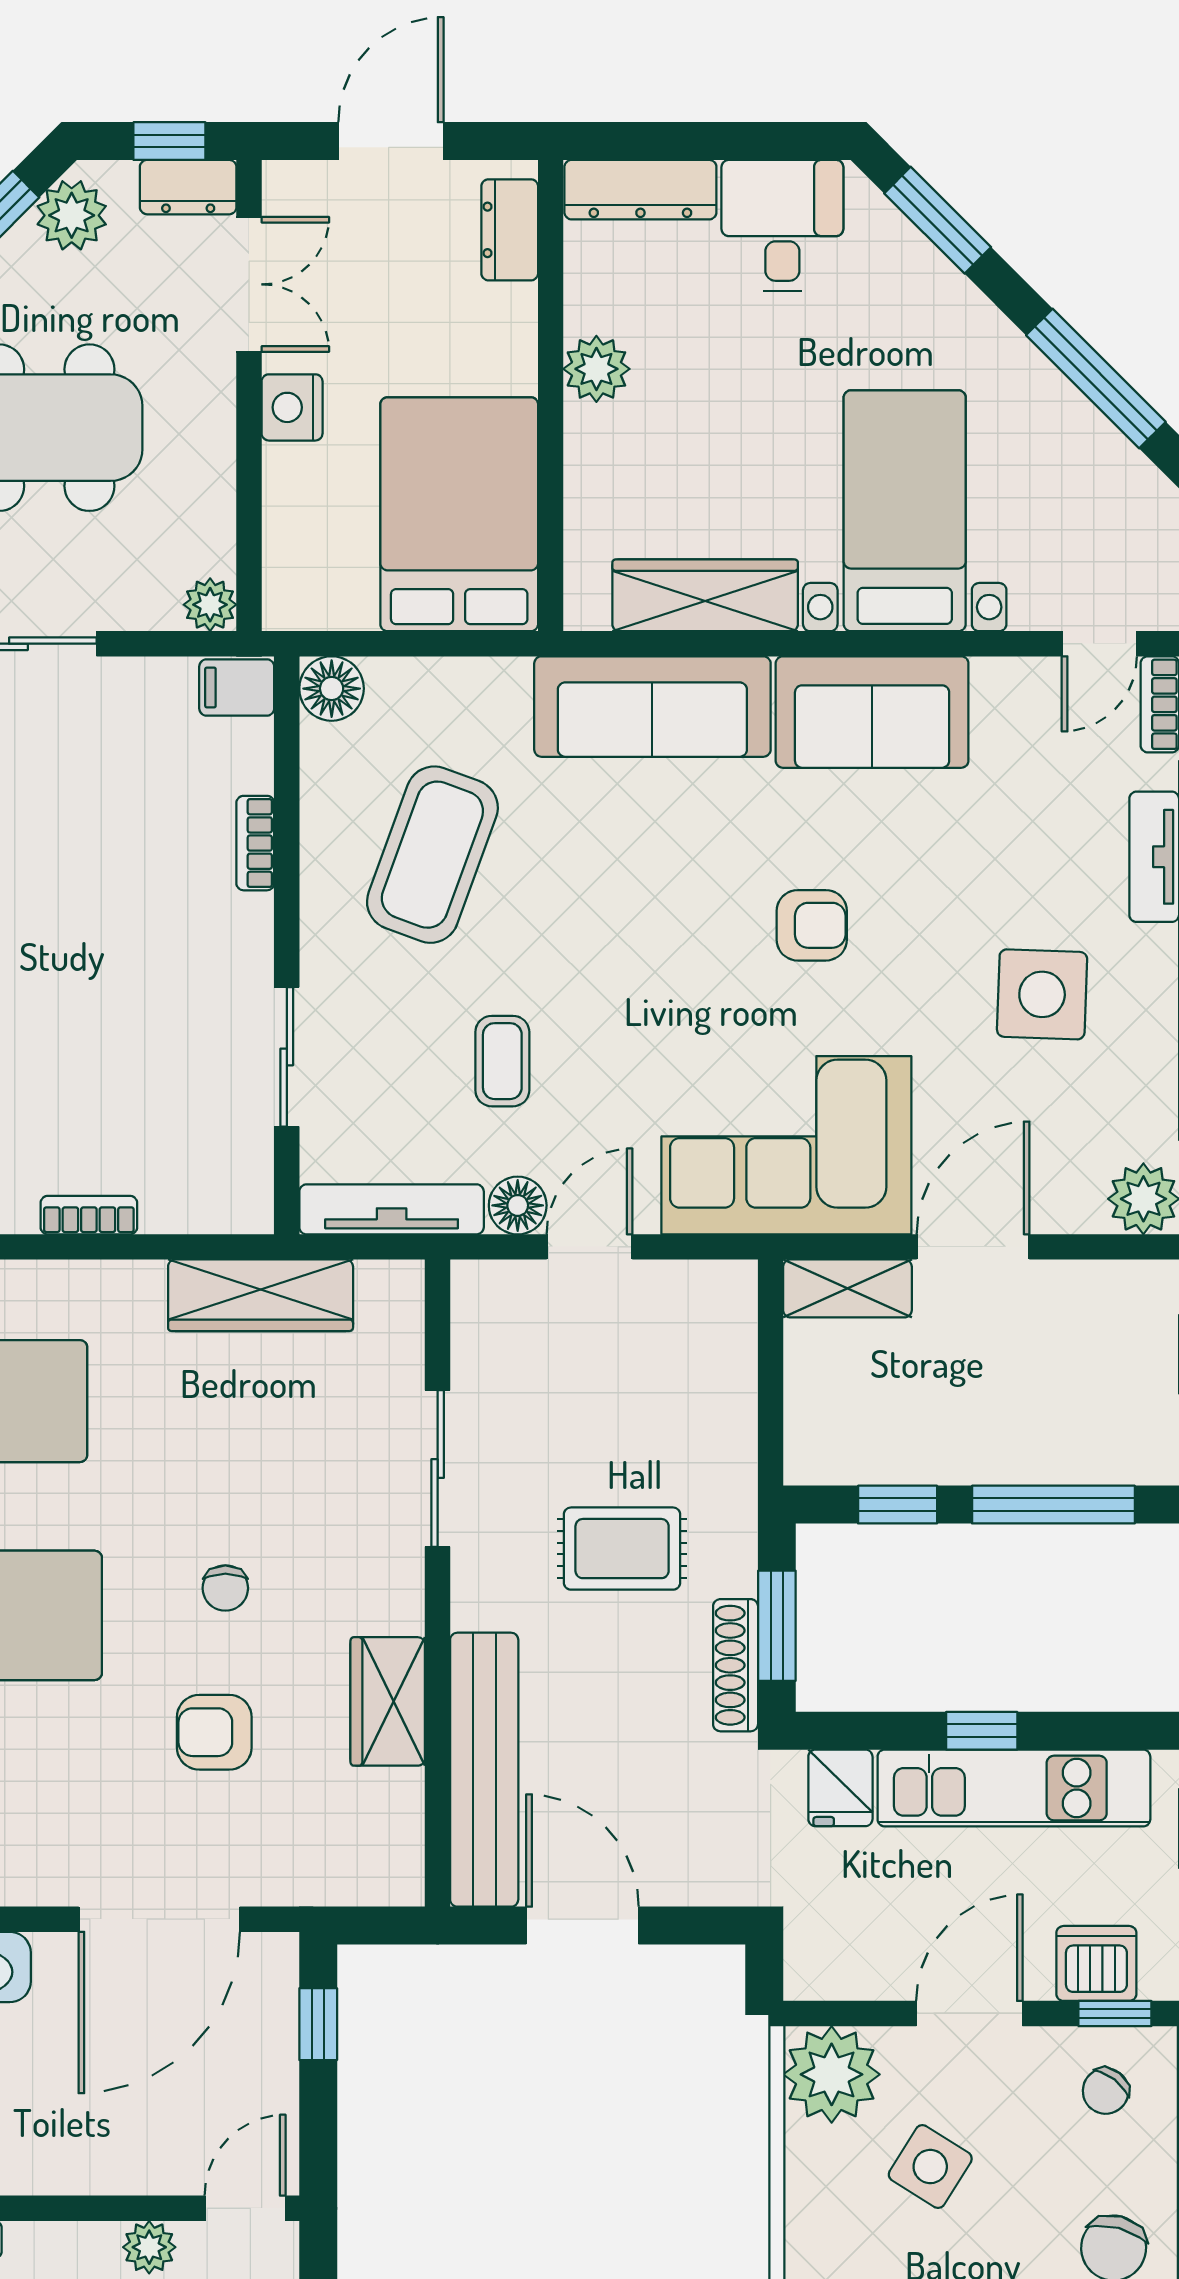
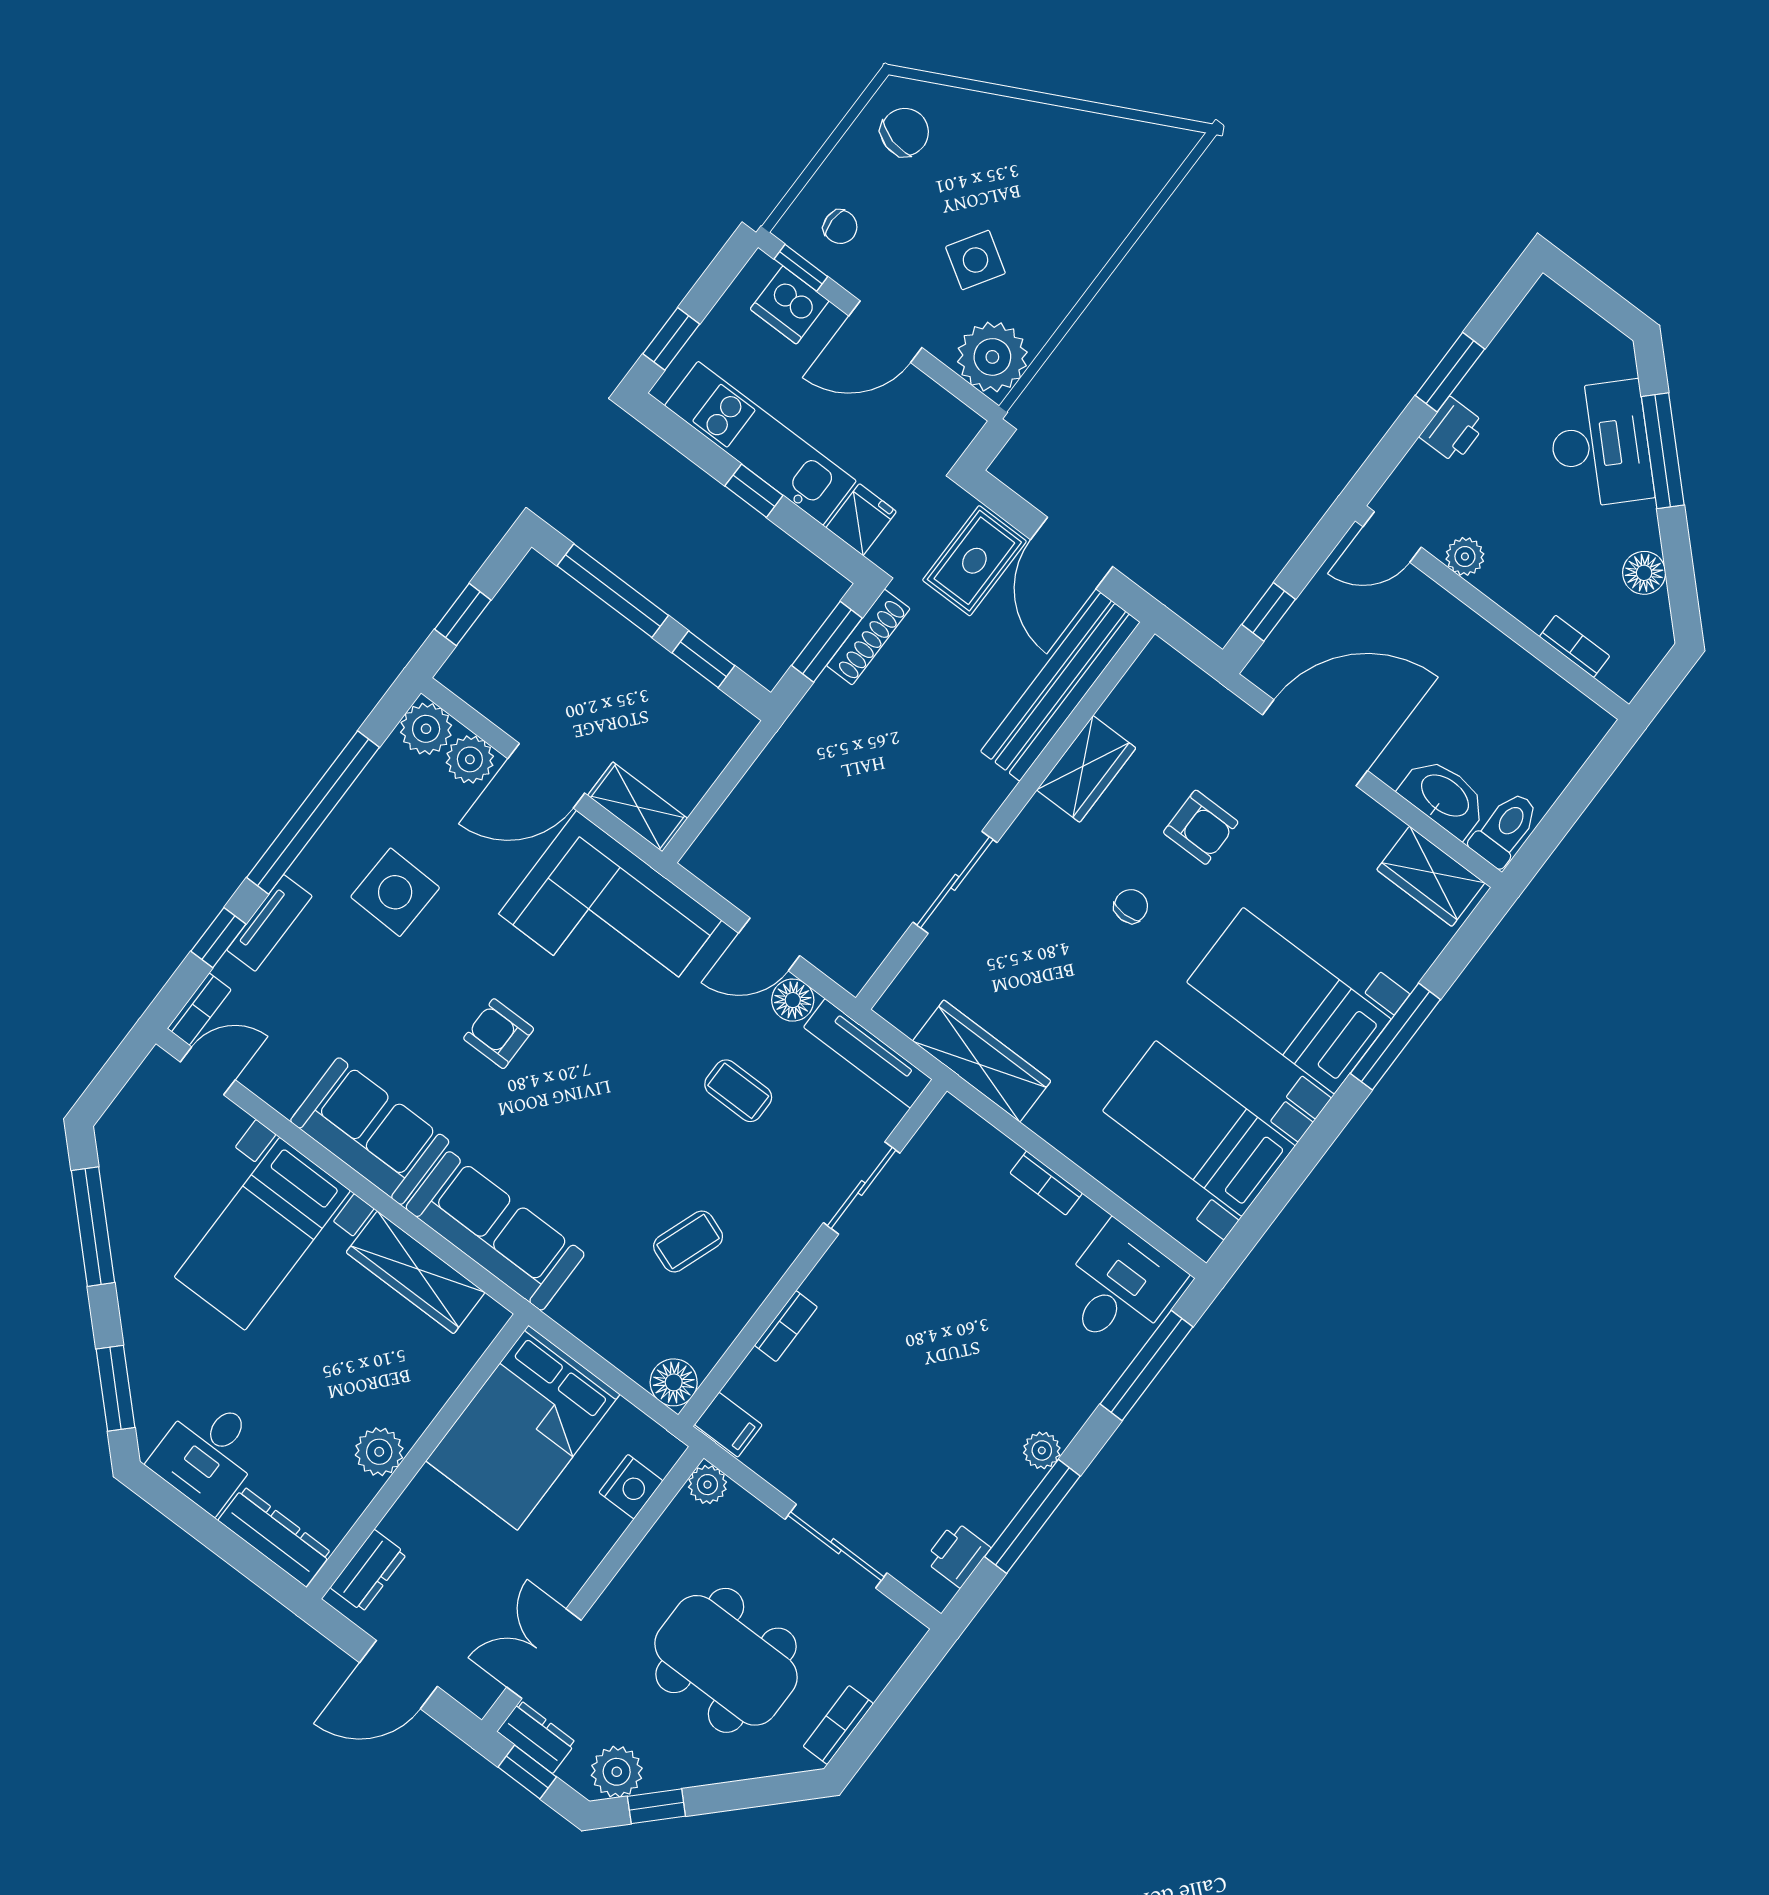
nightstand: (292, 407) -> (631, 1487), moved
coffee table: (432, 855) -> (688, 1242), width x0.54, depth x0.58
coffee table: (502, 1061) -> (738, 1091), turned 90
plant: (1070, 1202) -> (470, 759), added
rug: (622, 1549) -> (974, 561), moved, turned 90
chair: (1106, 2091) -> (840, 227), turned 52

